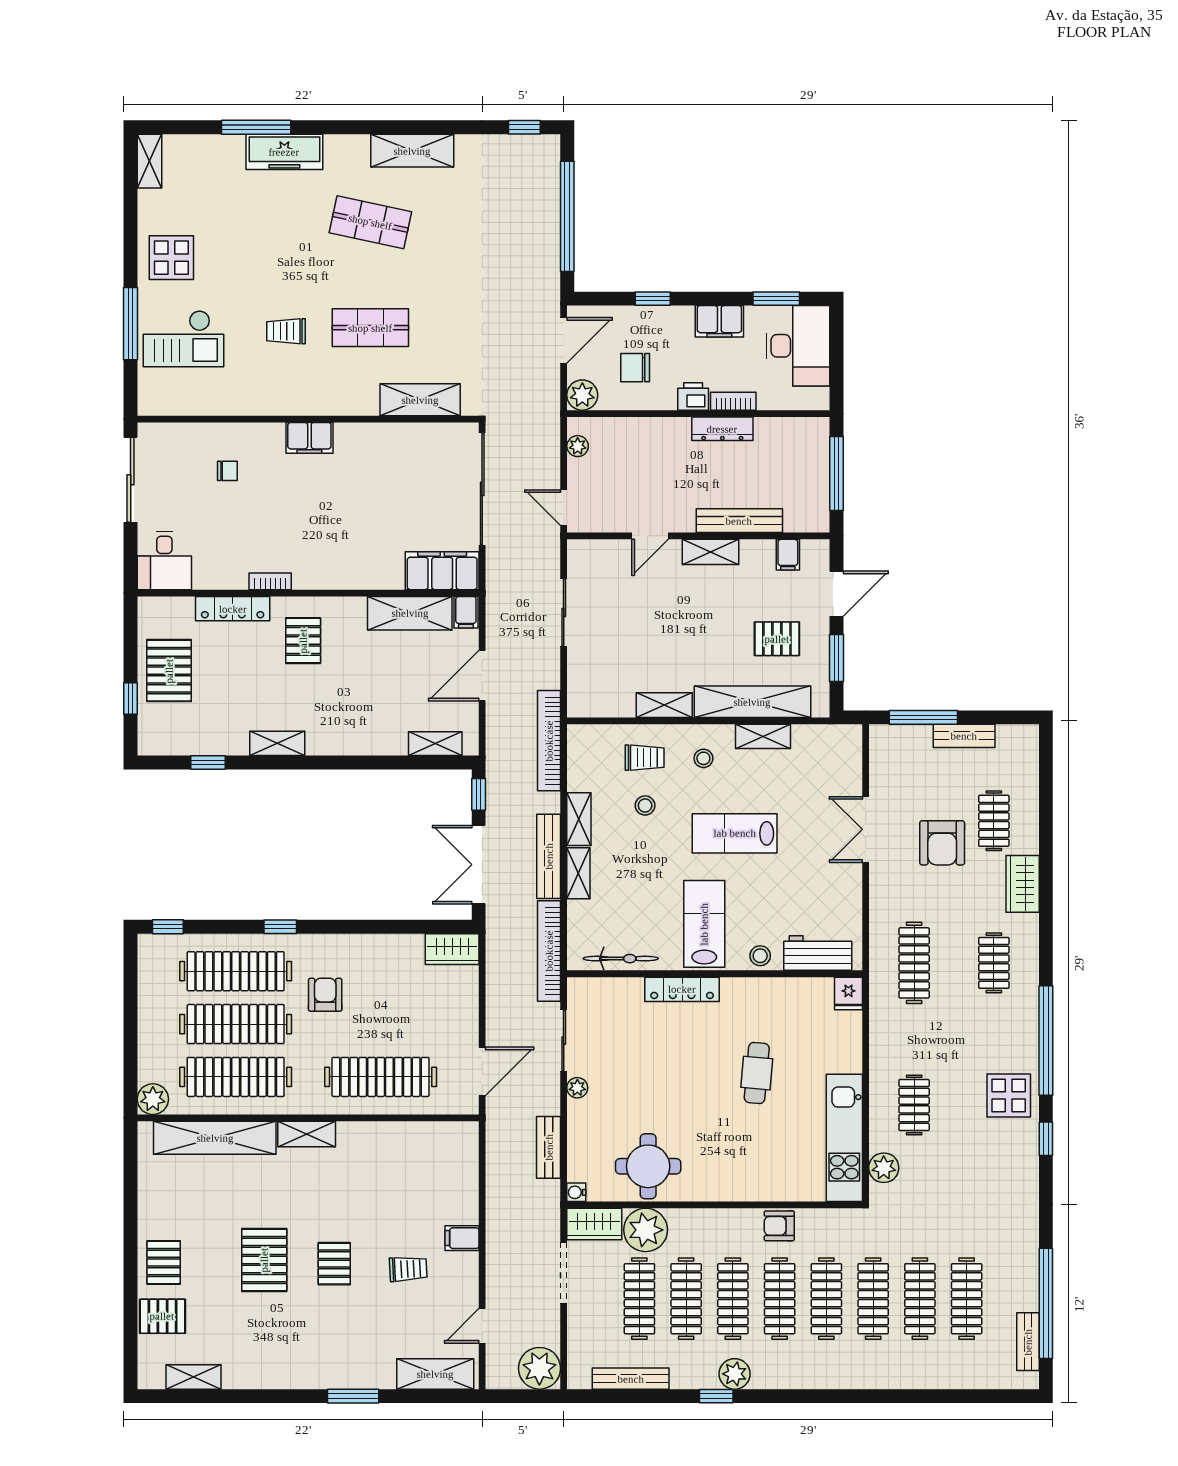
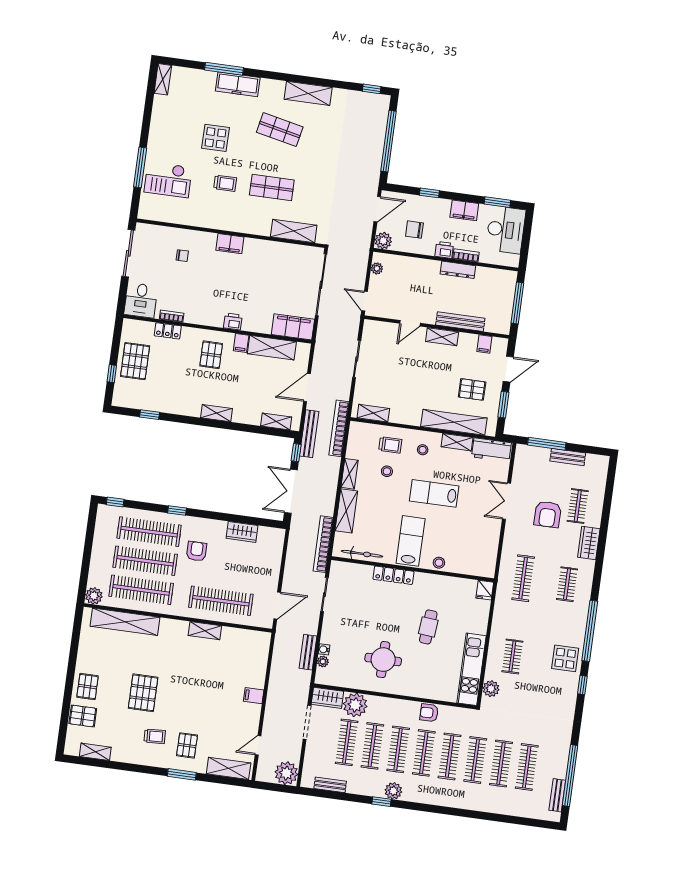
display table: (171, 258) -> (215, 138), moved
trolley: (286, 331) -> (225, 183), turned 180
printer: (334, 576) -> (233, 322), added
bookcase: (270, 581) -> (172, 316), moved
locker: (233, 609) -> (168, 331), width x0.66
filing cabinet: (466, 612) -> (241, 343), moved
shelving: (664, 705) -> (373, 413), moved
shelving: (277, 743) -> (216, 413), moved
bench: (549, 856) -> (309, 434), moved
shelving: (578, 873) -> (346, 511), width x1.50, depth x1.33
wardrobe: (452, 949) -> (242, 532), moved
workbench: (818, 953) -> (491, 450), moved, turned 180
plant: (577, 1088) -> (323, 661), moved
shelving: (307, 1134) -> (205, 631), moved
round table: (648, 1166) -> (383, 660), moved
water cooler: (576, 1192) -> (324, 649), moved
pallet: (334, 1264) -> (187, 745), moved
trolley: (408, 1269) -> (155, 736), moved
bench: (631, 1379) -> (330, 785), width x0.73

